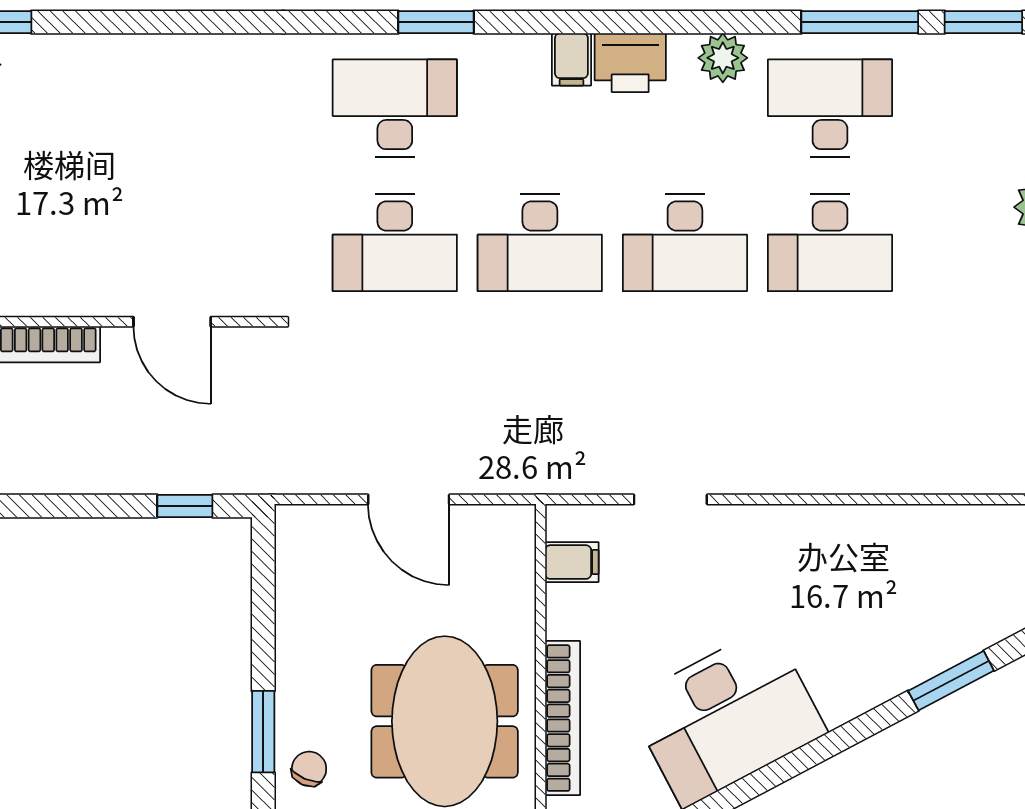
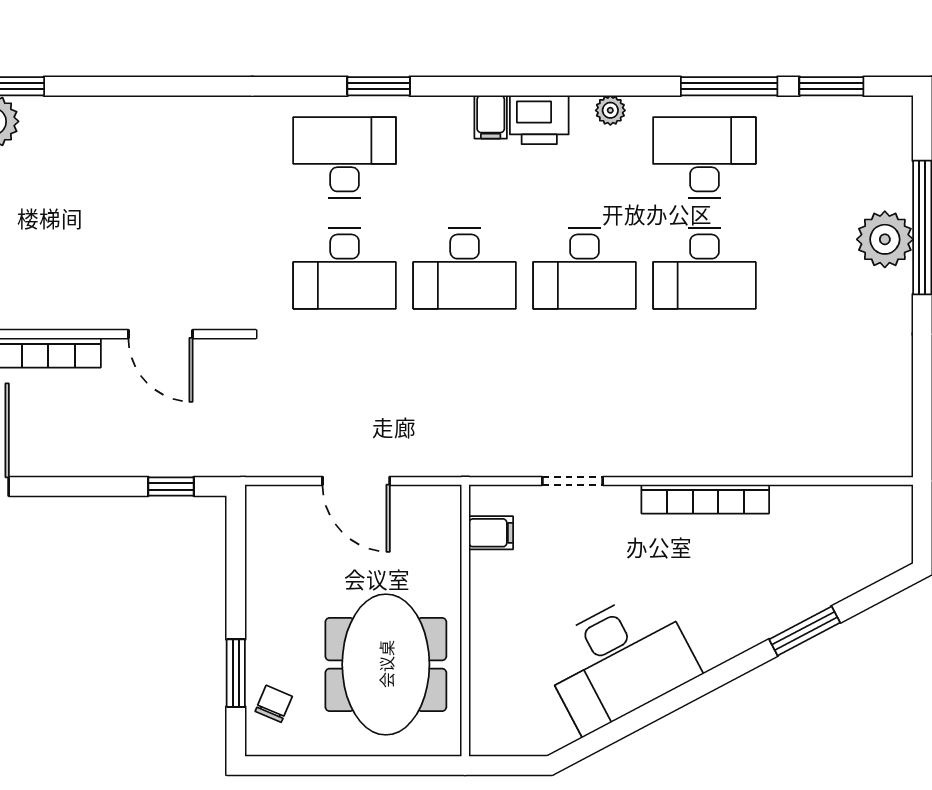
plant: (723, 58) -> (610, 110), width x0.73, depth x0.73
bookcase: (563, 718) -> (705, 499), moved, turned 90

